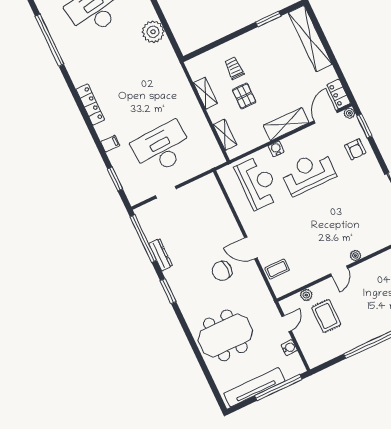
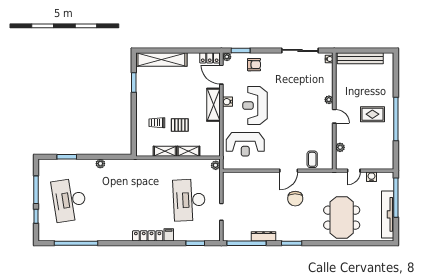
plant: (153, 32) -> (100, 164), width x0.53, depth x0.53
locker: (90, 104) -> (148, 236), moved
shelving: (225, 135) -> (188, 151), moved
water cooler: (276, 149) -> (227, 102), moved
plant: (217, 160) -> (216, 165), added
reception desk: (258, 183) -> (245, 144), turned 180
rug: (326, 316) -> (372, 114), moved
door: (287, 324) -> (354, 171), swing flipped

